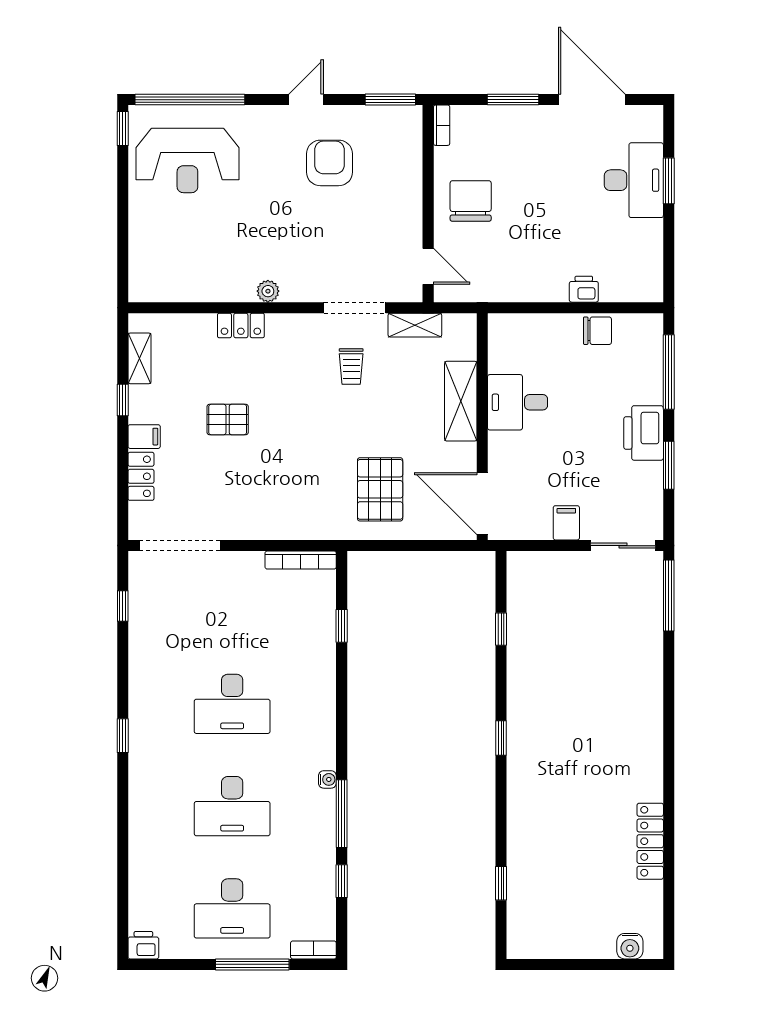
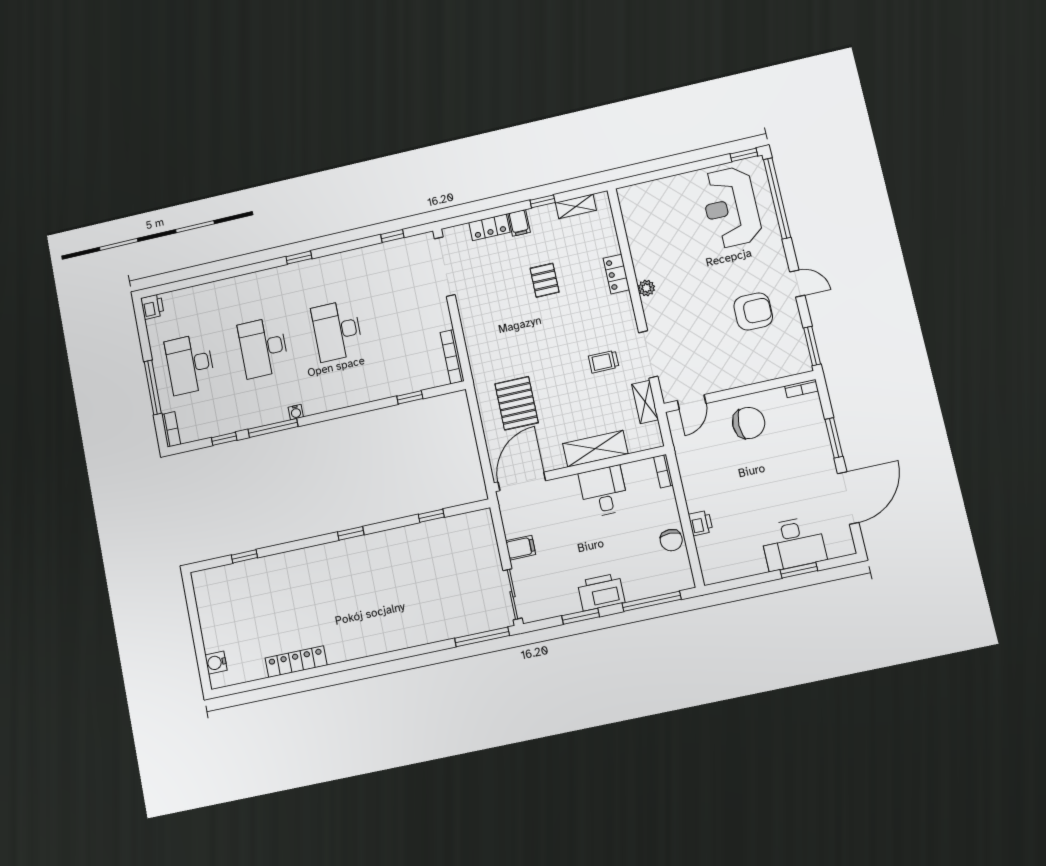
bookcase: (508, 321) -> (663, 471), added
pallet: (380, 489) -> (517, 403), turned 90

